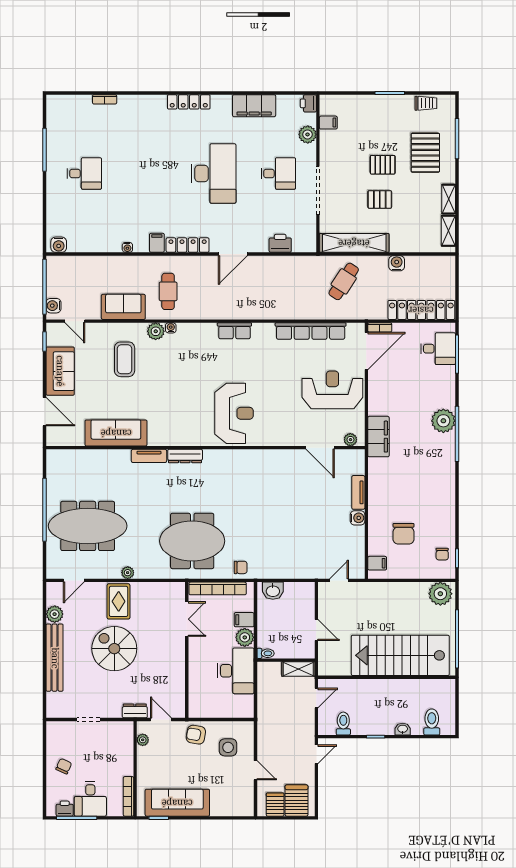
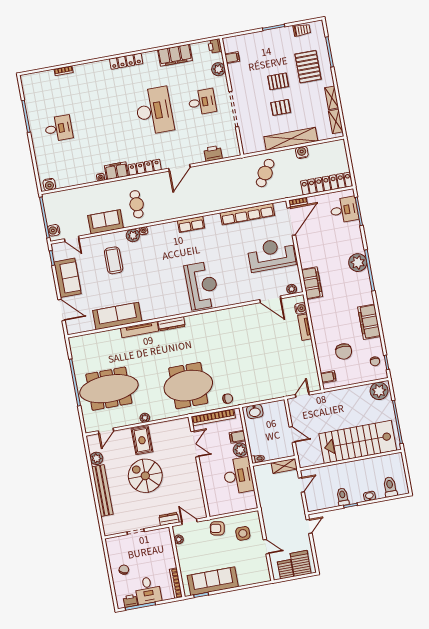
filing cabinet: (157, 243) -> (116, 171), width x2.00
shelving: (354, 243) -> (291, 139), moved
tv unit: (149, 456) -> (139, 329), width x1.41
filing cabinet: (444, 501) -> (369, 322), added
water cooler: (358, 518) -> (301, 308), moved
toilet: (343, 724) -> (343, 497), moved

